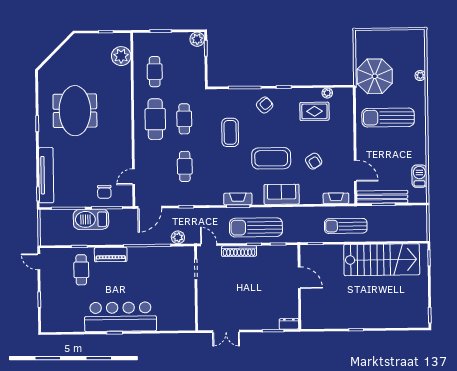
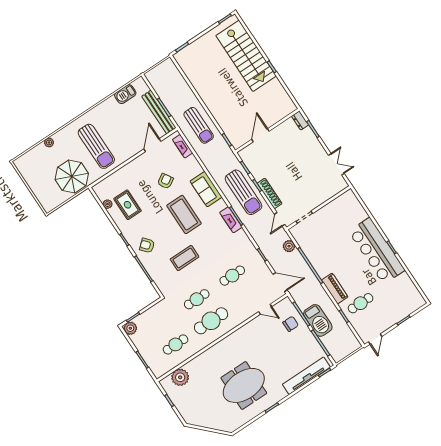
stairs: (382, 260) -> (246, 56), moved, turned 180

